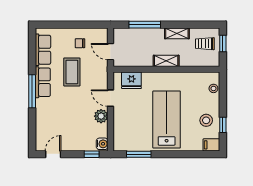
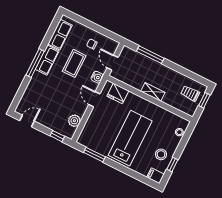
shelving: (177, 33) -> (172, 74), removed
plant: (101, 116) -> (74, 121), moved
water cooler: (102, 144) -> (97, 77), moved

